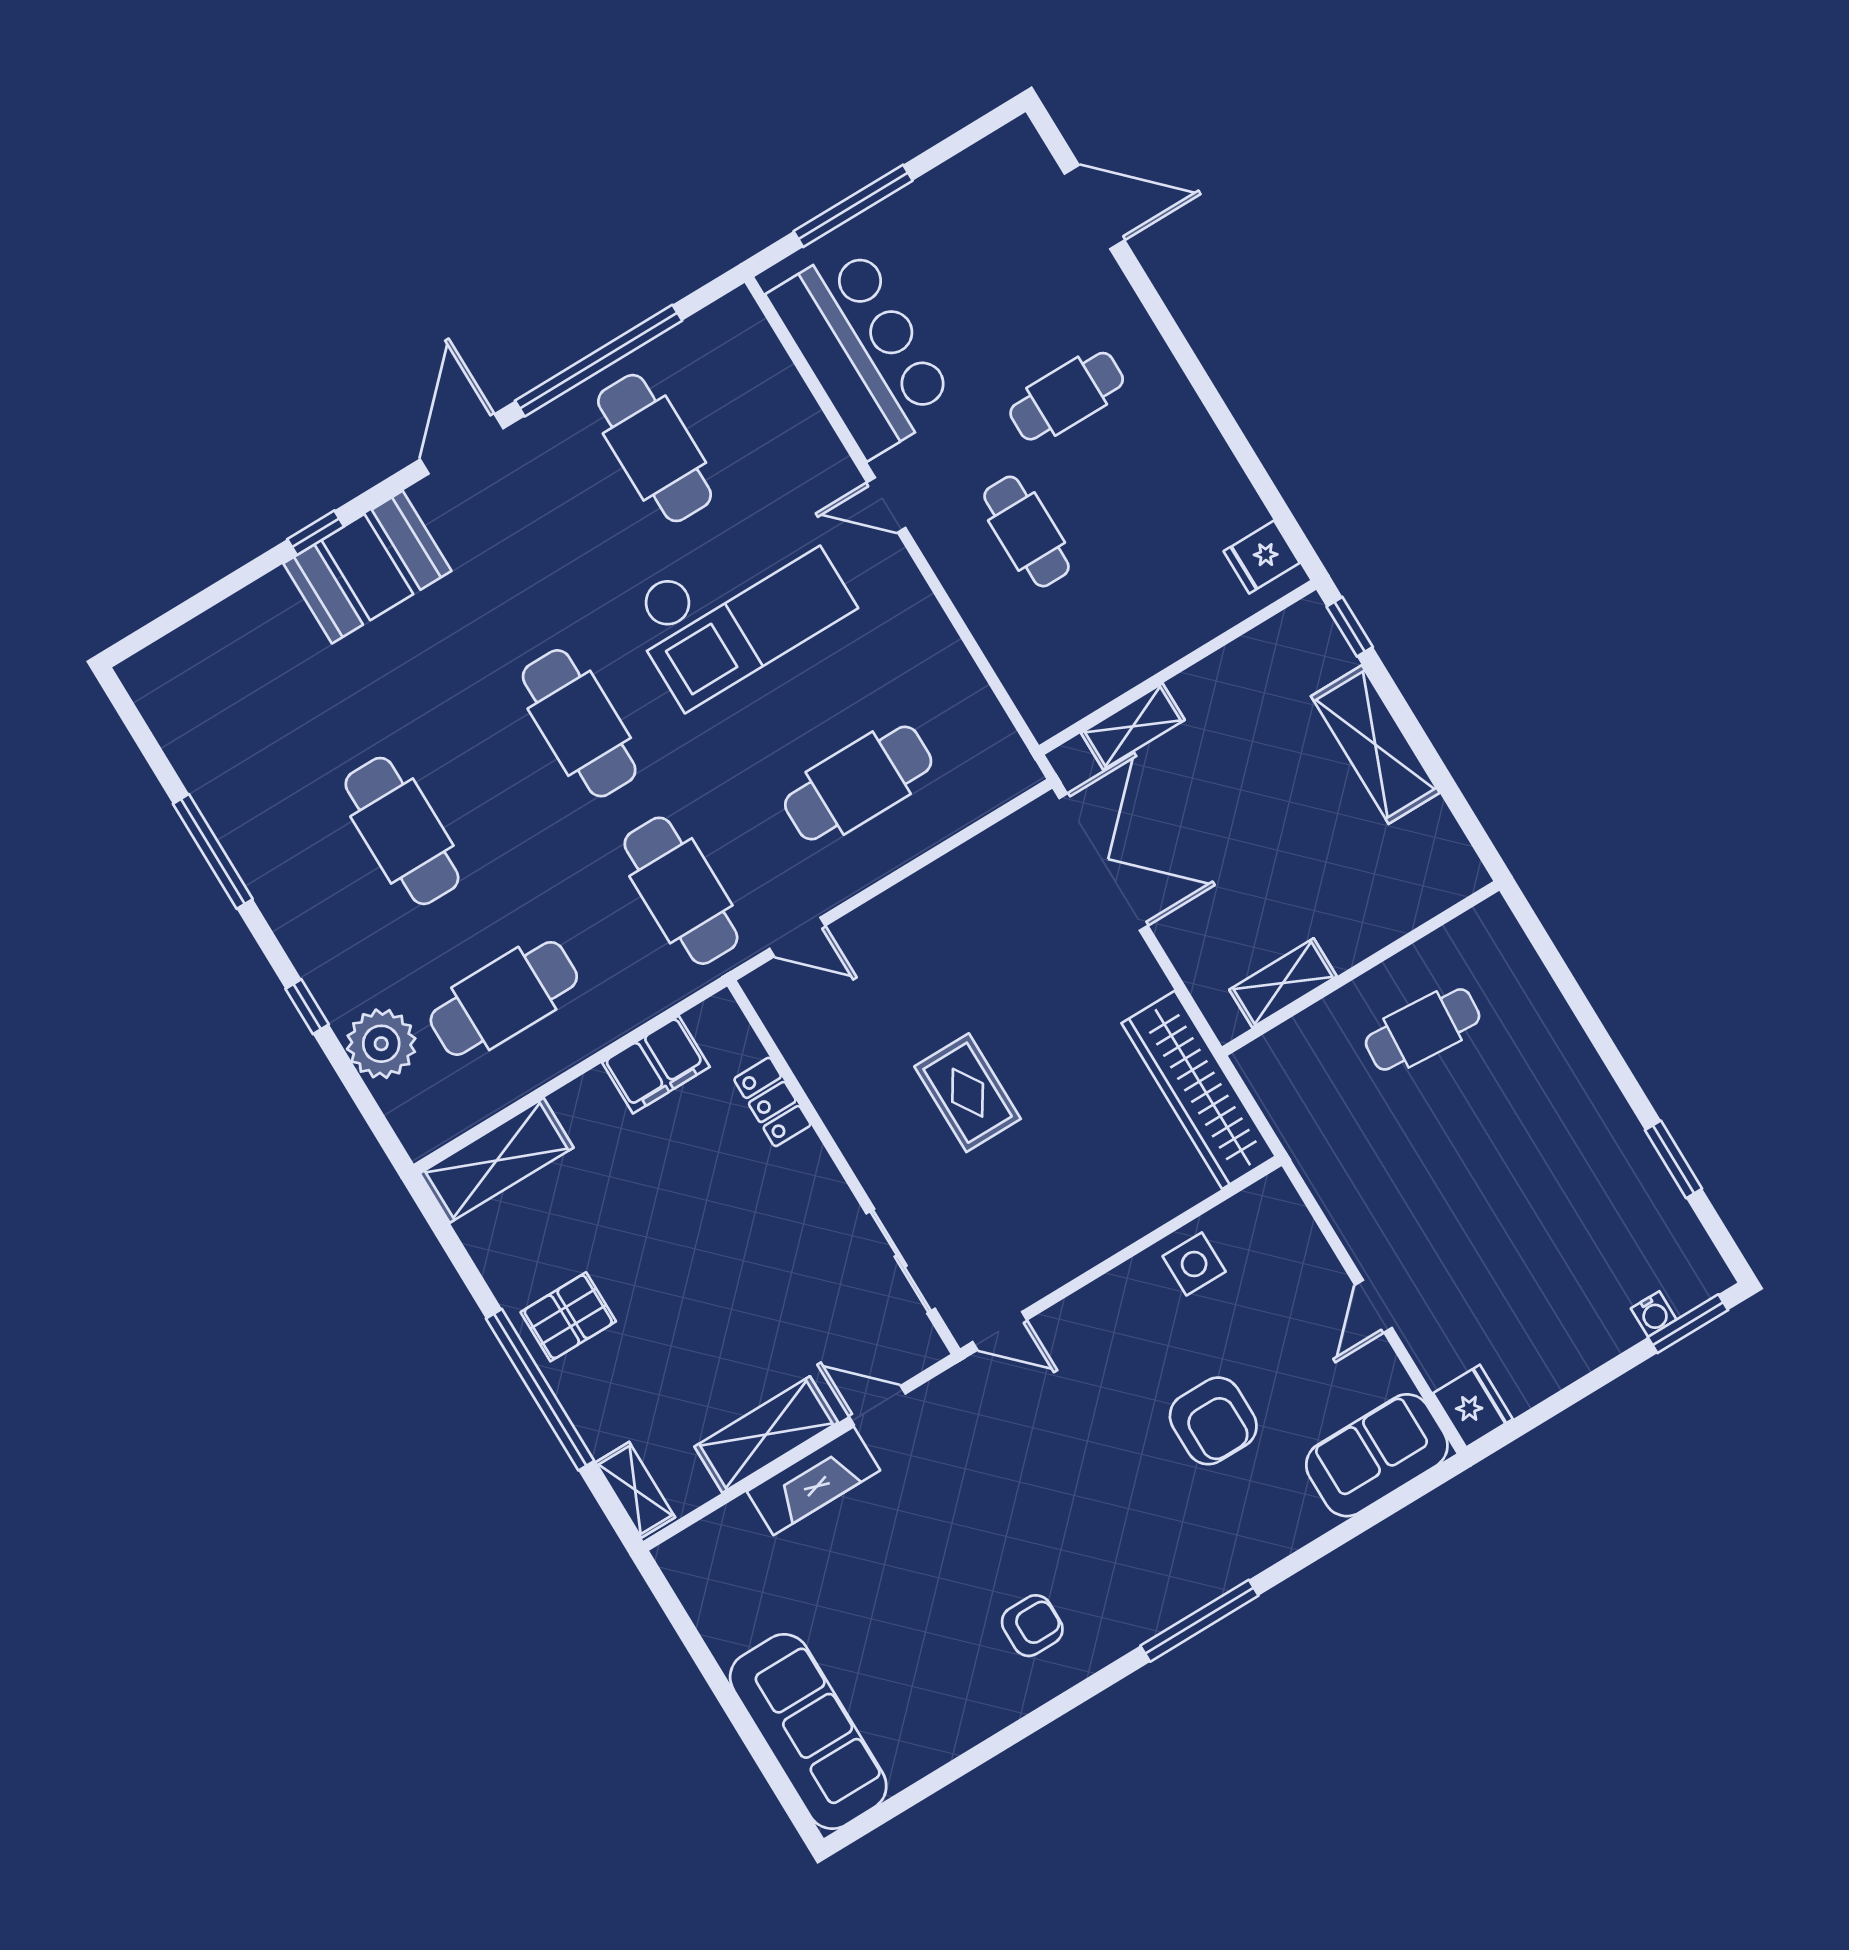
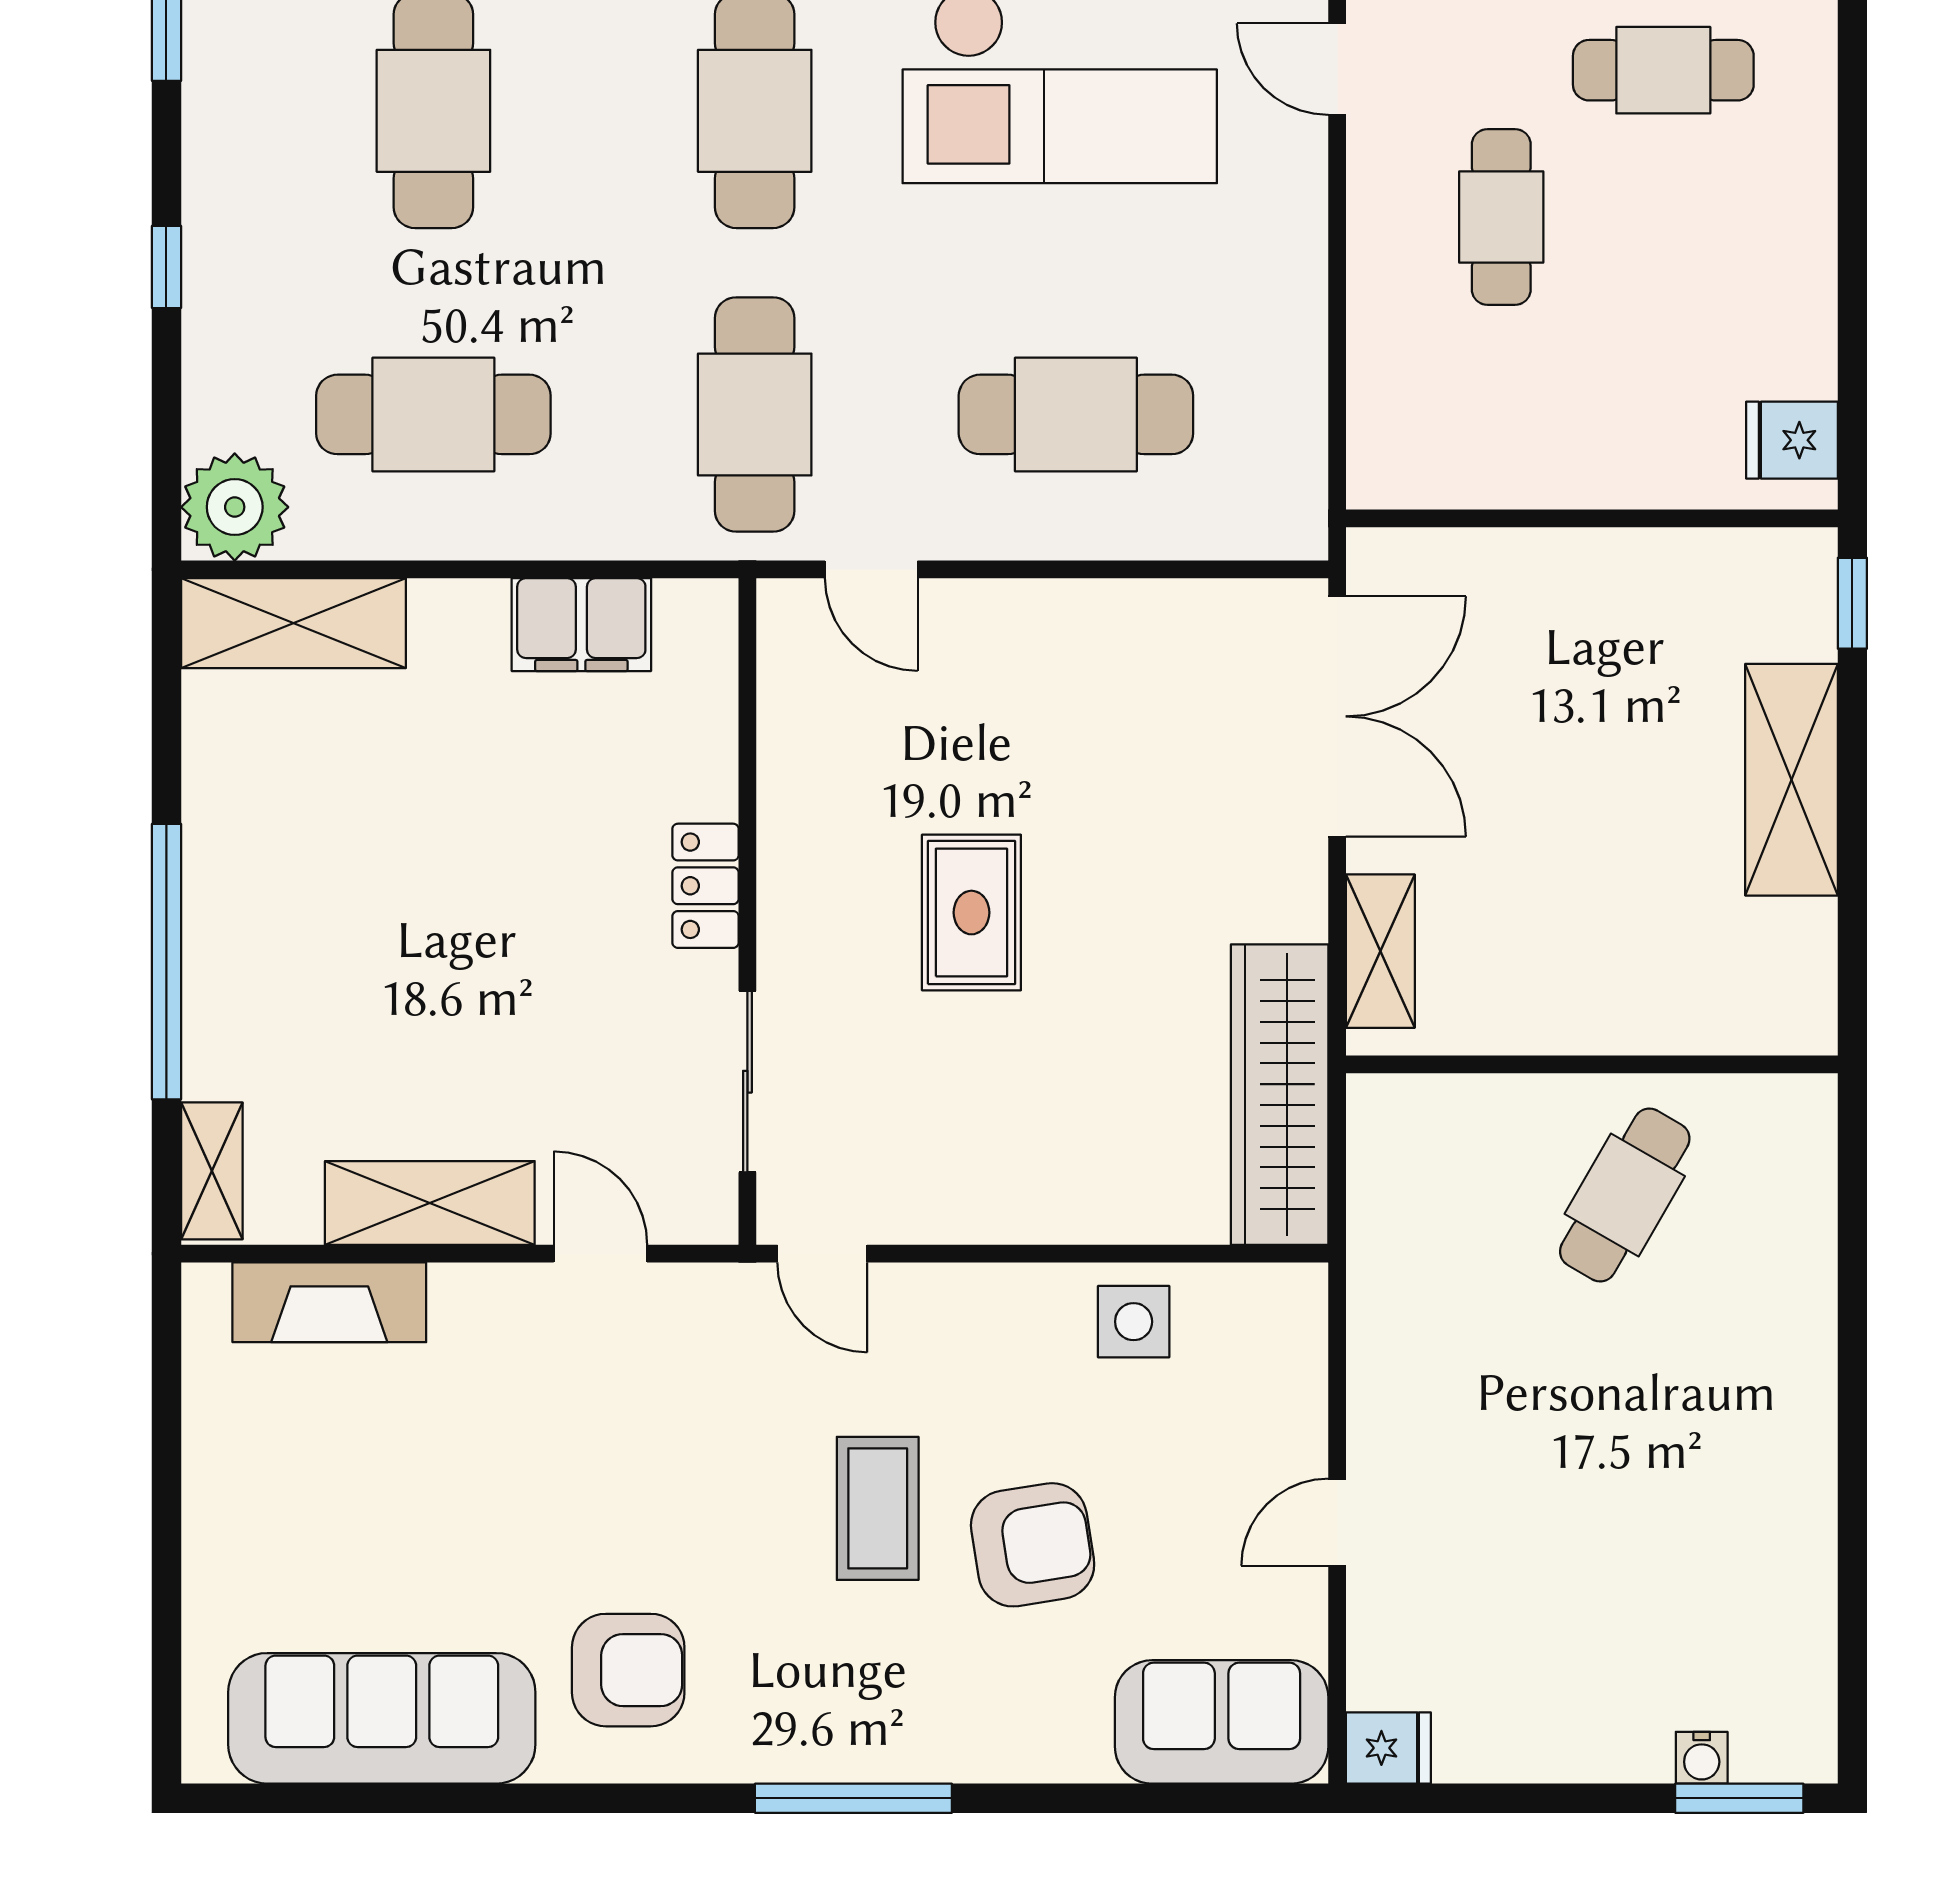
shelving: (1133, 726) -> (1485, 561), removed
shelving: (1283, 983) -> (1380, 951), moved, turned 90
cafe table: (1423, 1029) -> (1625, 1195), turned -64
plant: (381, 1044) -> (235, 507), moved
locker: (772, 1102) -> (706, 886), moved
window: (1674, 1159) -> (1852, 1569), removed
pallet: (568, 1317) -> (262, 888), removed
fridge: (1473, 1406) -> (1388, 1748), width x0.72
armchair: (1213, 1421) -> (1033, 1545), turned -99
coffee table: (1116, 1453) -> (878, 1508), added
fireplace: (814, 1481) -> (329, 1302), moved
armchair: (1032, 1626) -> (628, 1670), width x1.38, depth x1.38
sofa: (808, 1731) -> (382, 1718), moved, turned -90

